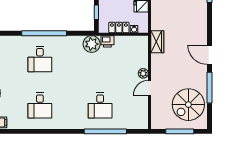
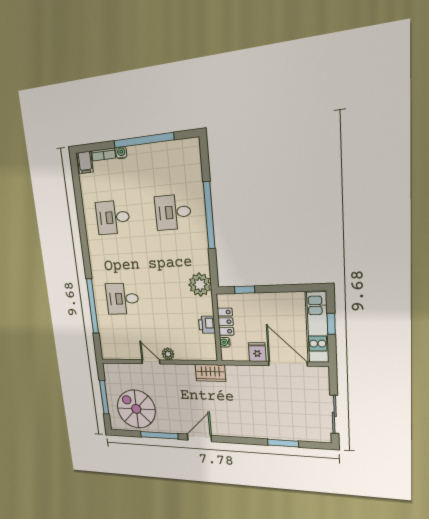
printer: (107, 41) -> (207, 325), moved

